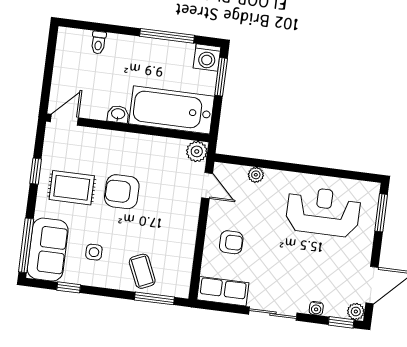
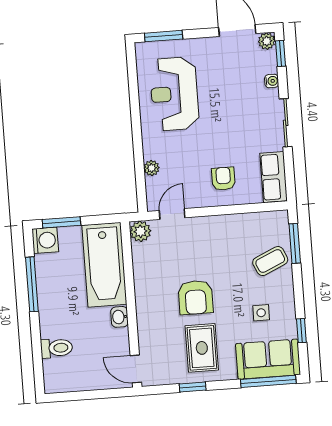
toilet: (98, 42) -> (57, 348), width x1.37, depth x1.39

